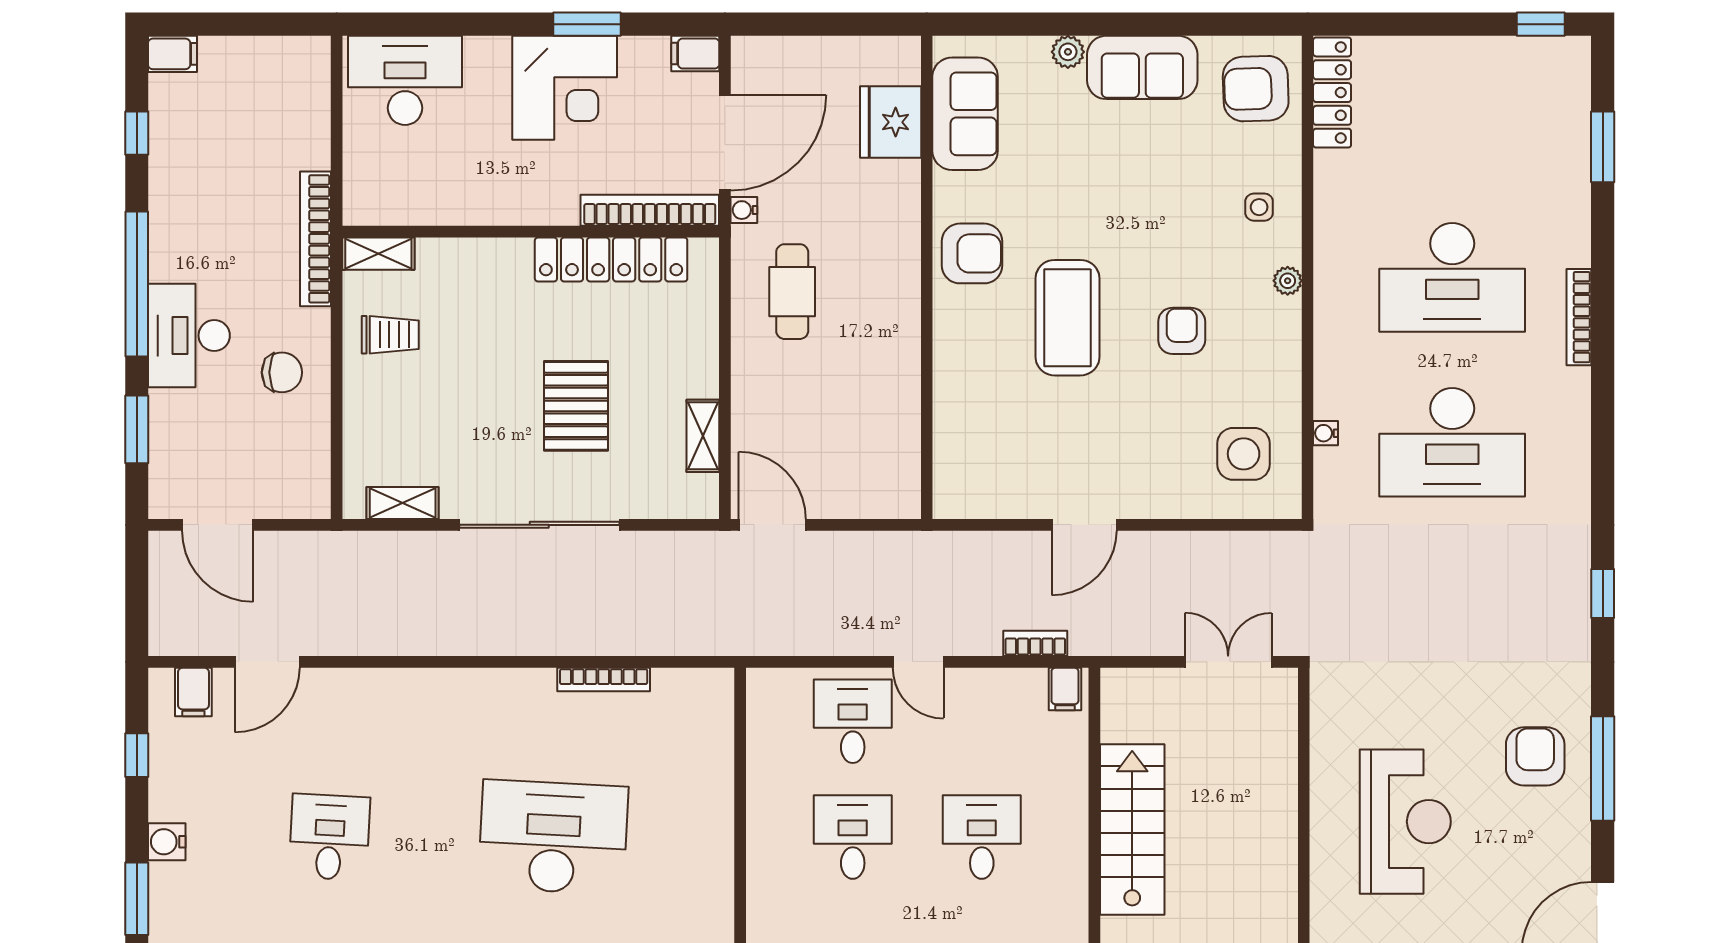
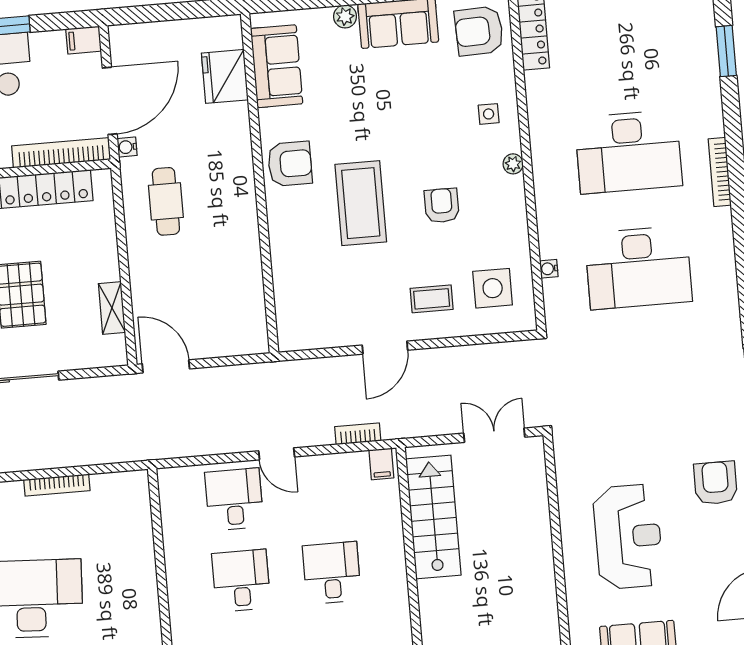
coffee table: (1156, 462) -> (432, 299), added
stairs: (1132, 829) -> (433, 517), moved

